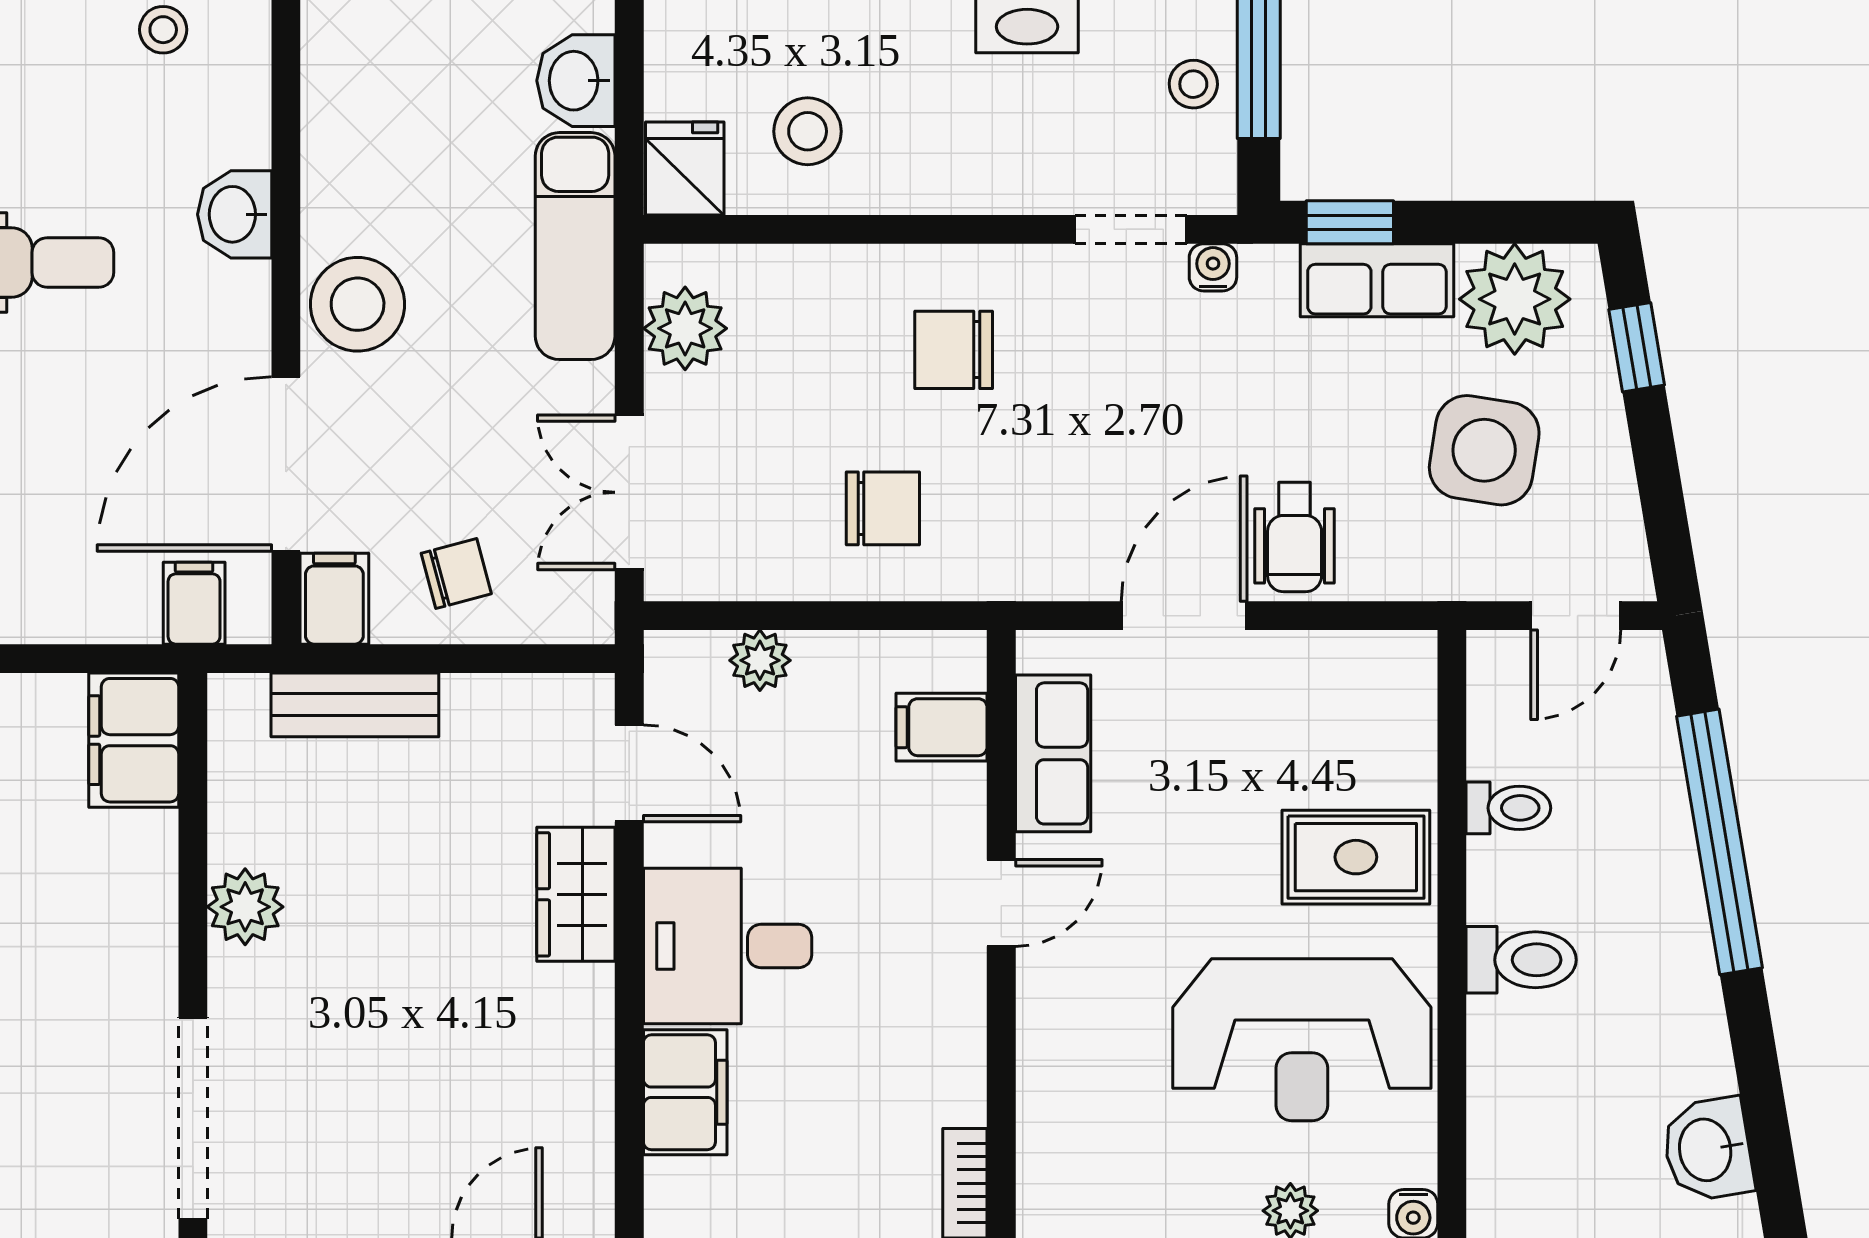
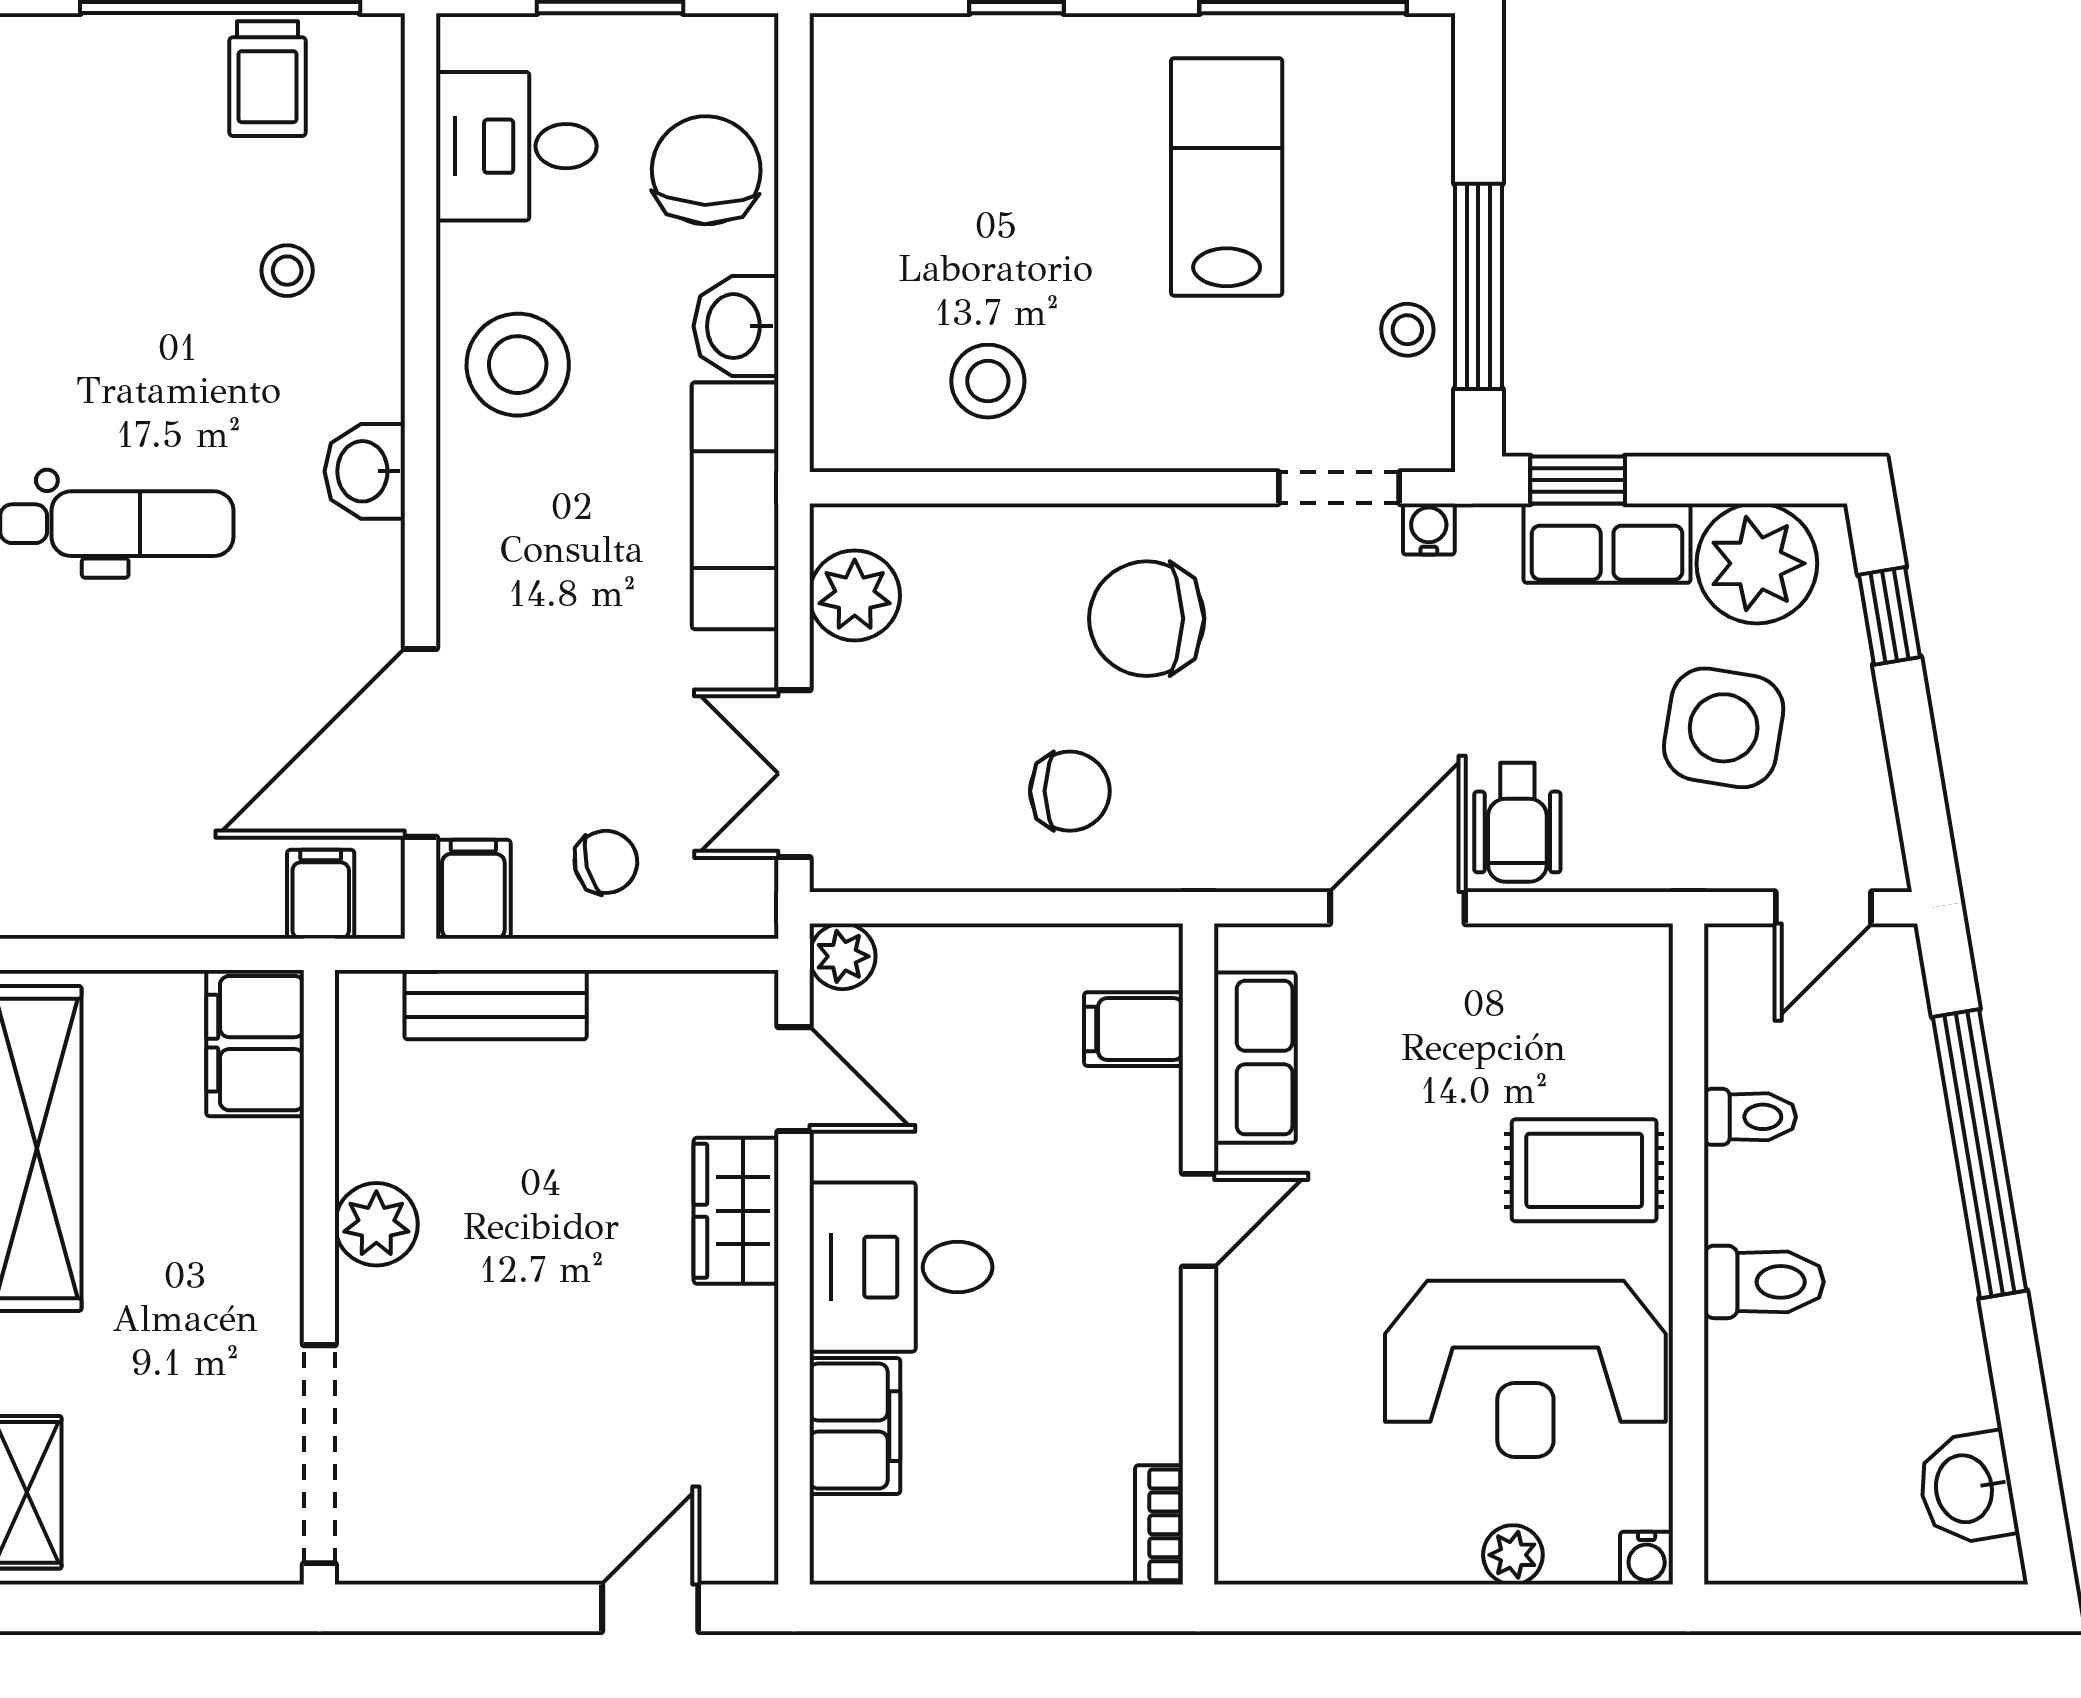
fridge: (685, 168) -> (854, 421), removed
stool: (358, 304) -> (518, 365), moved
chair: (954, 350) -> (1147, 619), width x1.37, depth x1.37
plant: (760, 660) -> (842, 956), moved

